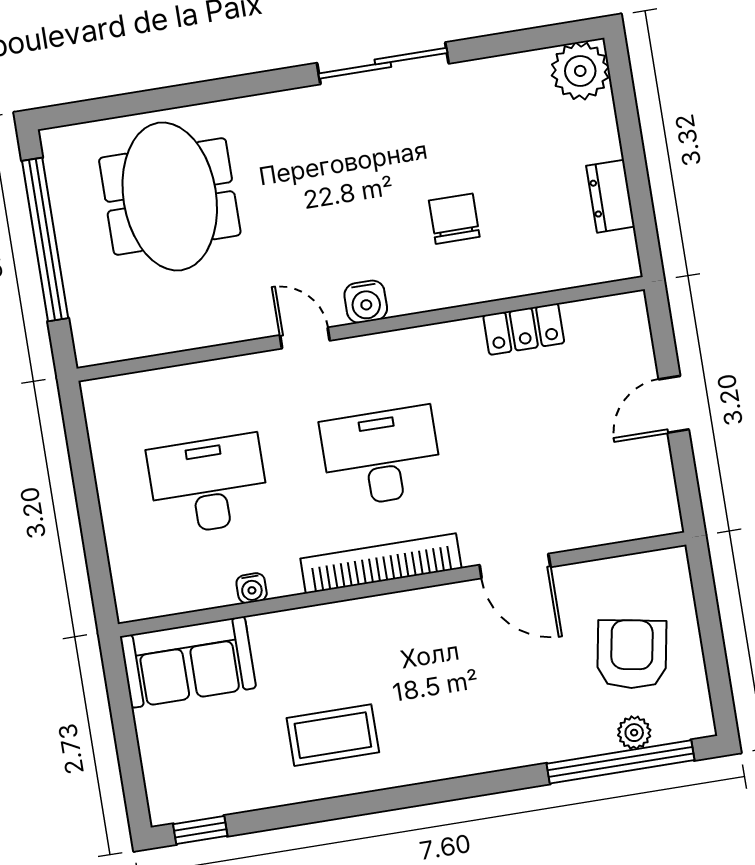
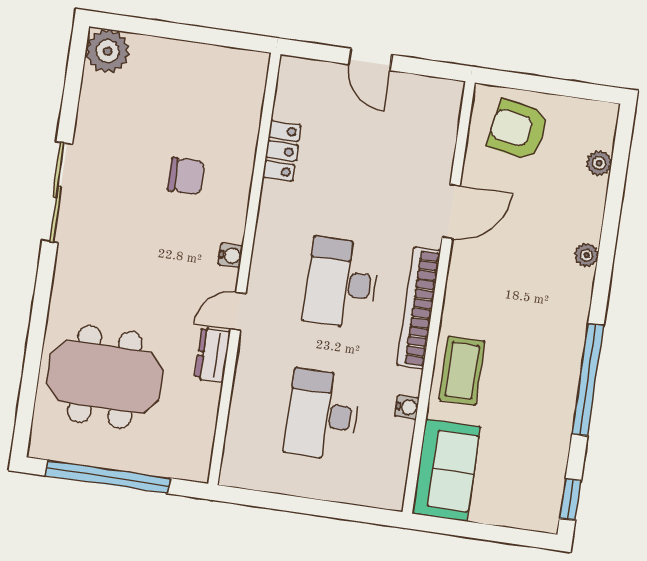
dresser: (611, 196) -> (212, 355), moved, turned 90
chair: (454, 219) -> (186, 176), turned 180
water cooler: (366, 302) -> (231, 256), width x0.72, depth x0.72
armchair: (632, 654) -> (518, 130), moved
coffee table: (333, 735) -> (462, 371), moved
plant: (514, 753) -> (587, 255), added
window: (620, 762) -> (588, 380), moved

